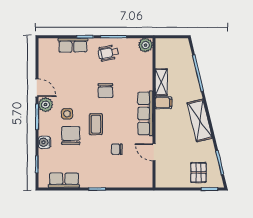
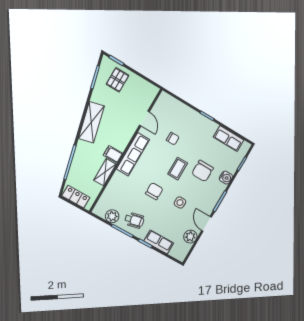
plant: (146, 45) -> (112, 216), moved
locker: (175, 45) -> (76, 197), added
plant: (45, 105) -> (190, 237), moved
side table: (67, 114) -> (180, 203), moved

